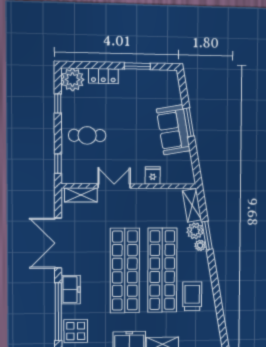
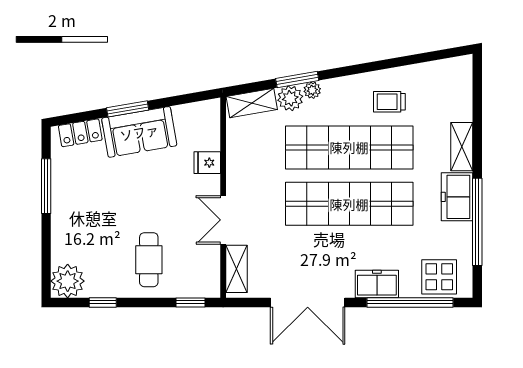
window: (137, 66) -> (46, 186), width x1.44
locker: (103, 76) -> (80, 133), moved, turned 80
trolley: (192, 296) -> (389, 102), width x0.73, depth x0.72

